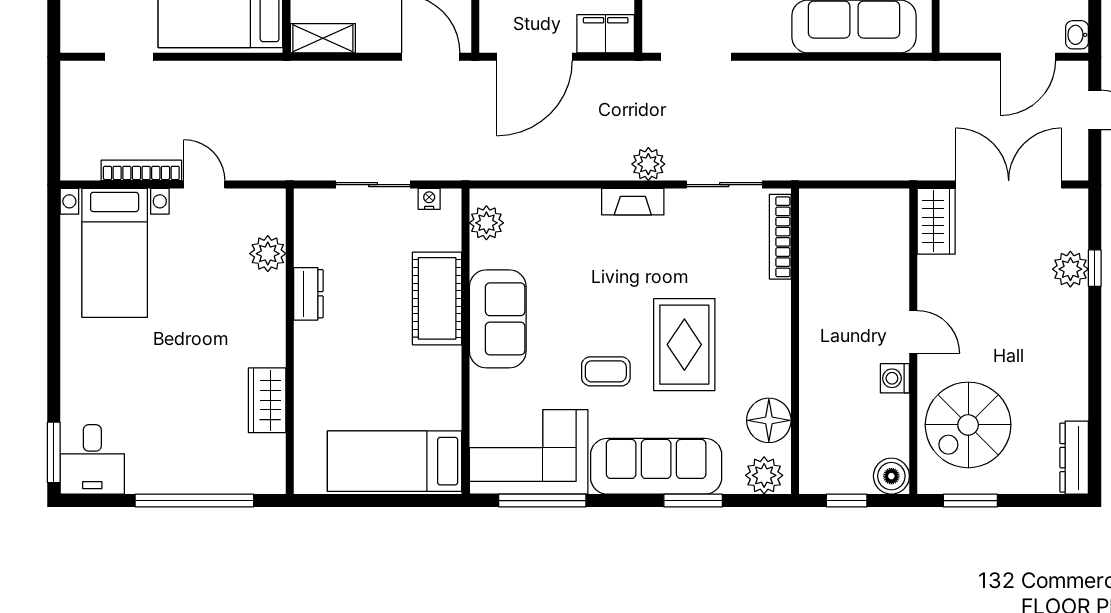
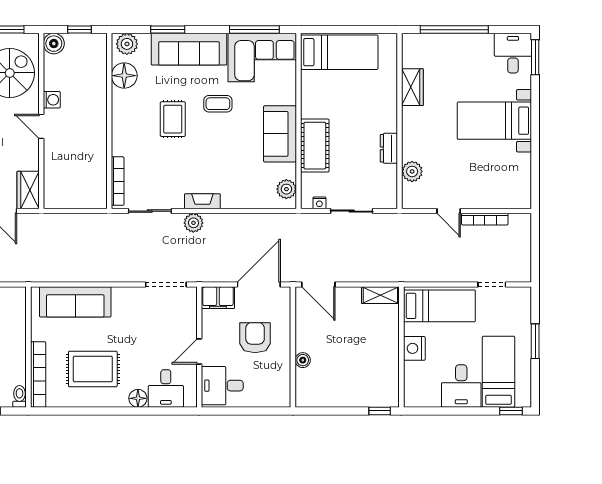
bed with nightstands: (115, 253) -> (494, 121), moved, turned -90
rug: (684, 345) -> (173, 119), width x0.73, depth x0.70

